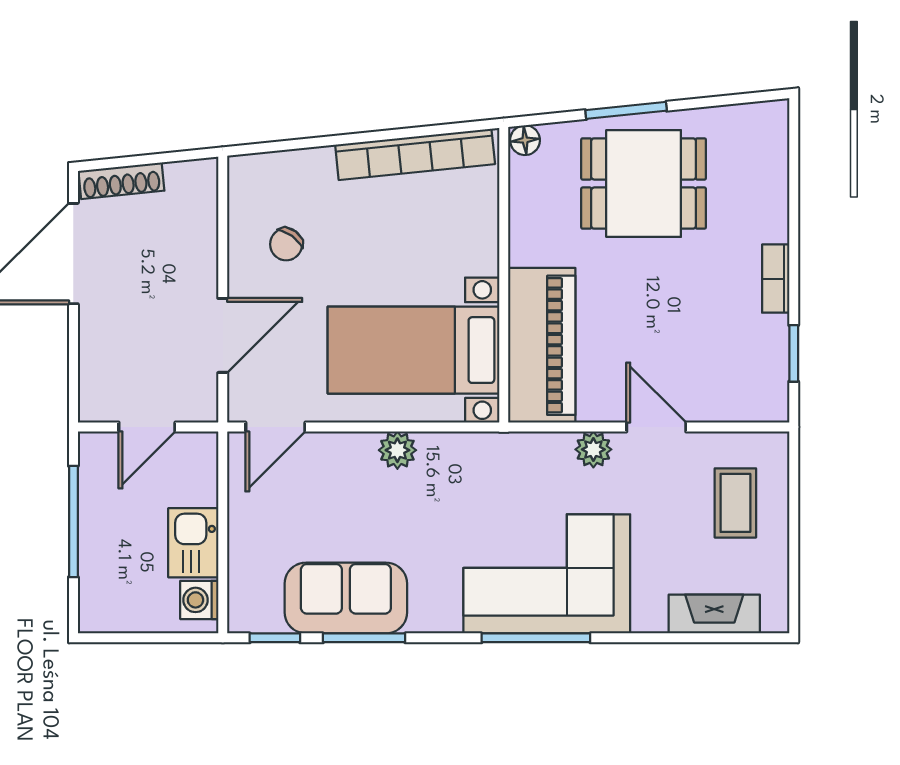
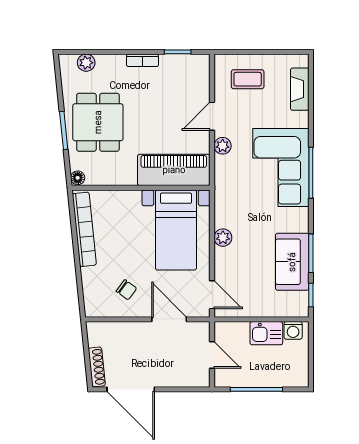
plant: (771, 158) -> (86, 63), added

